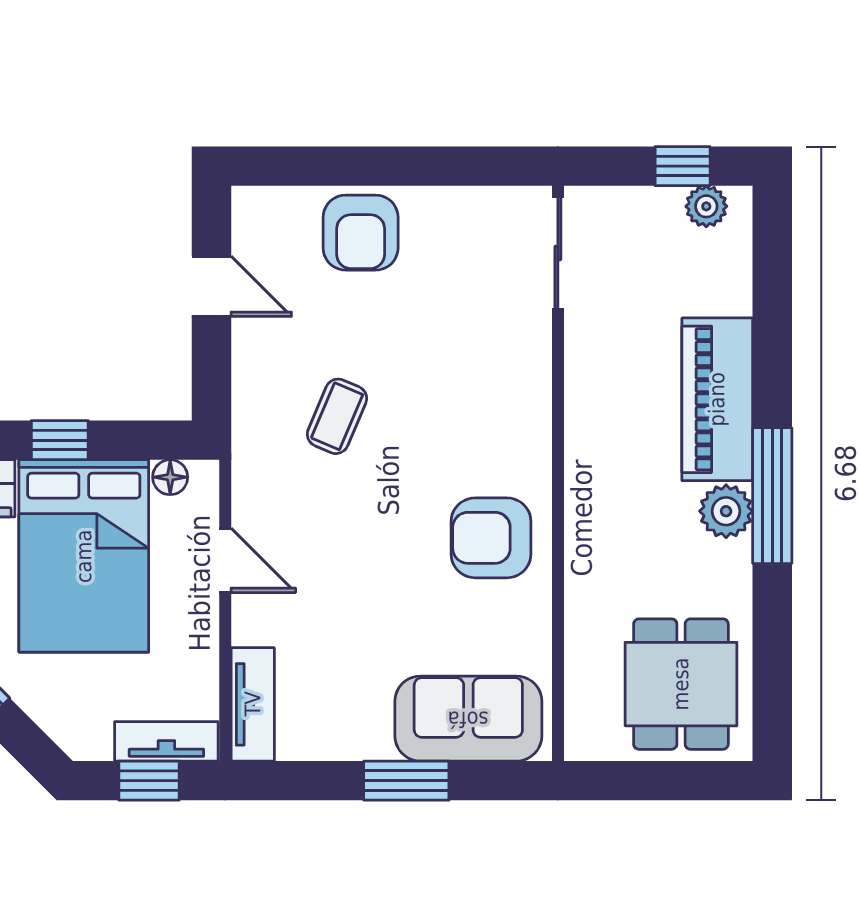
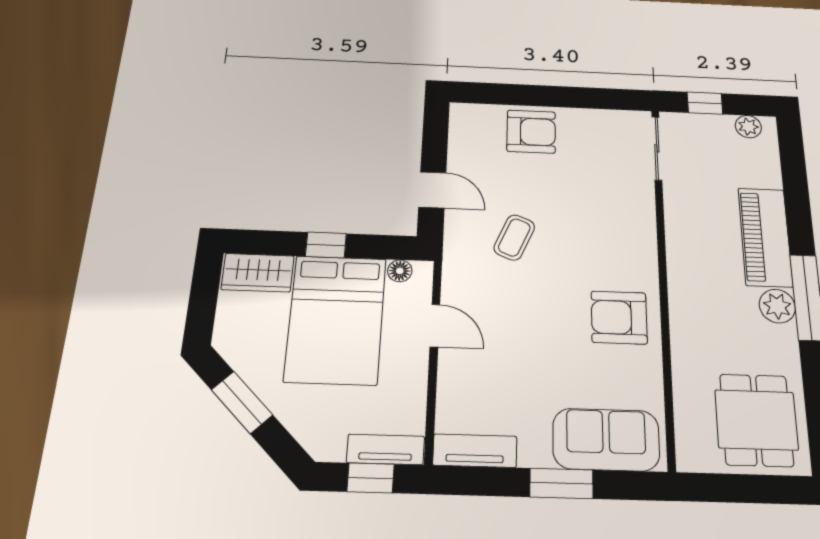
window: (683, 166) -> (705, 103), moved
armchair: (361, 233) -> (531, 132), turned -90
door: (211, 286) -> (432, 190), moved
tv unit: (253, 704) -> (475, 451), moved, turned -90

